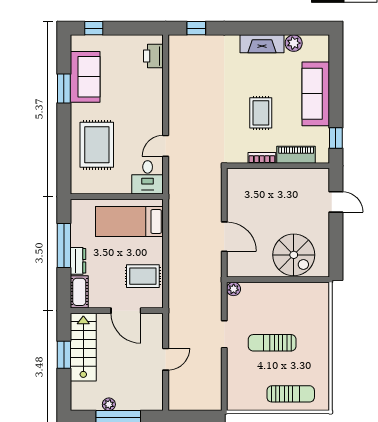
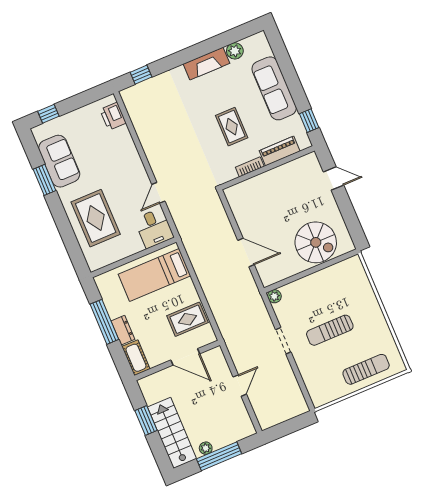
stairs: (83, 347) -> (172, 433), moved

